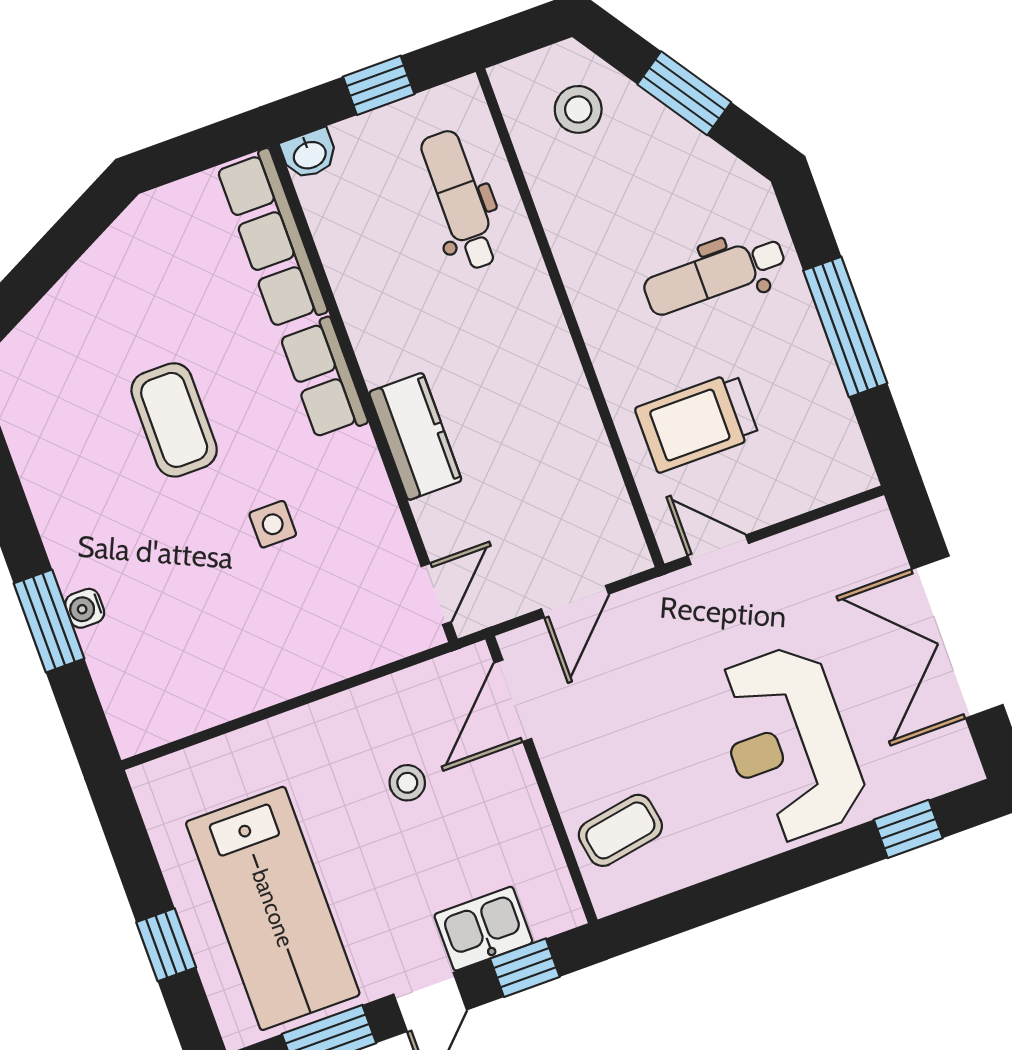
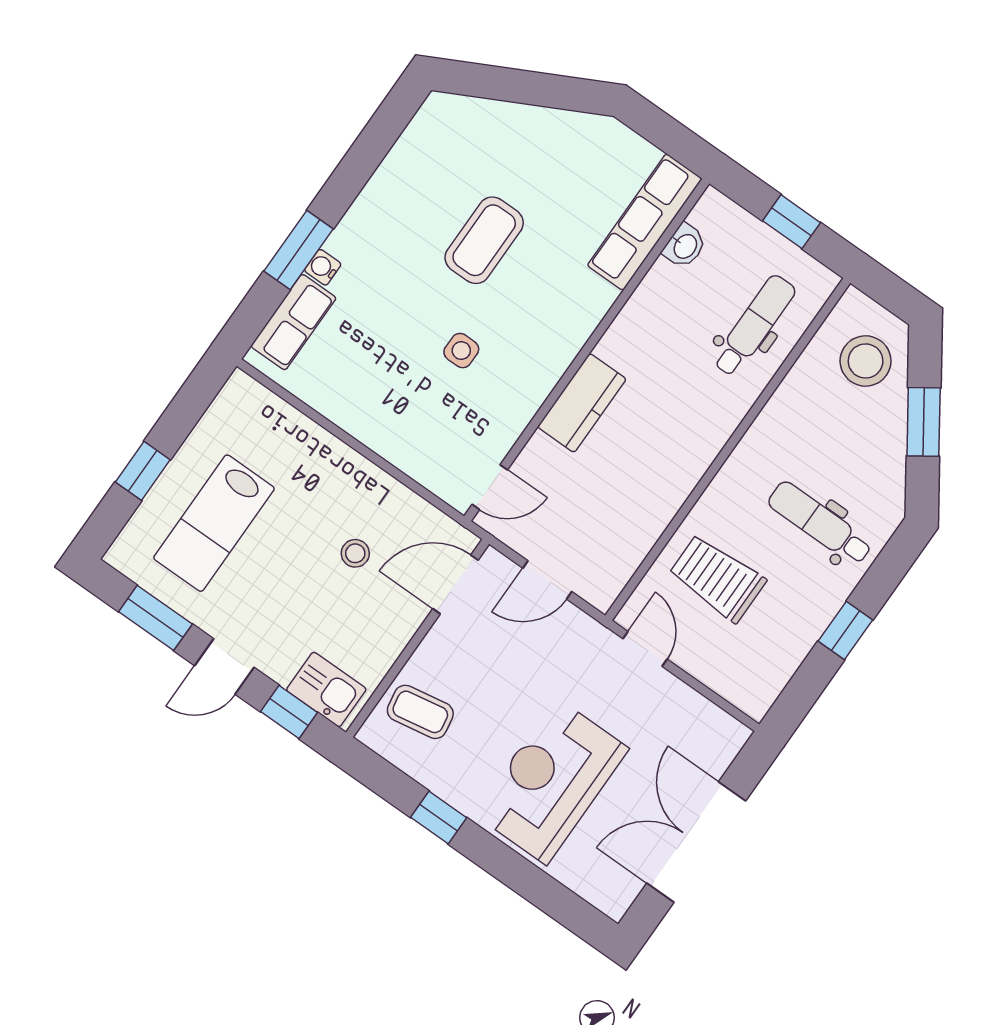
stool: (578, 109) -> (866, 361), width x1.38, depth x1.38
washbasin: (309, 154) -> (685, 246), moved, turned -90
window: (845, 327) -> (845, 630), width x0.46
row of seats: (324, 378) -> (293, 322), moved, turned 180
window: (908, 829) -> (439, 818), moved
lab bench: (273, 908) -> (214, 523), width x0.73, depth x0.72
kitchen sink: (483, 929) -> (326, 689), moved

